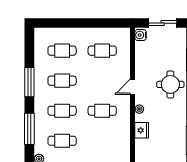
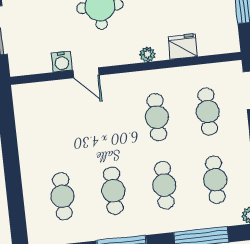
water cooler: (141, 35) -> (62, 62), moved
cafe table: (102, 51) -> (208, 112), moved
door: (133, 87) -> (86, 73), moved

